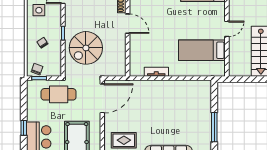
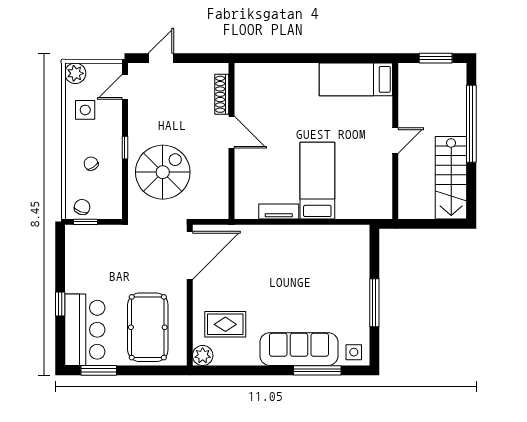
spiral stairs: (86, 48) -> (163, 172), turned 180
bed: (202, 50) -> (317, 181), moved, turned 90
cafe table: (59, 94) -> (118, 249), removed

